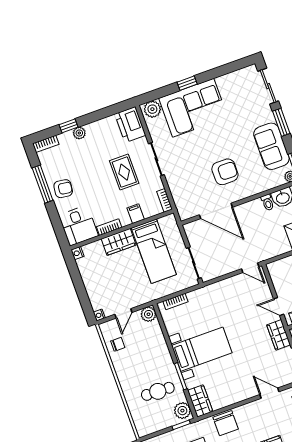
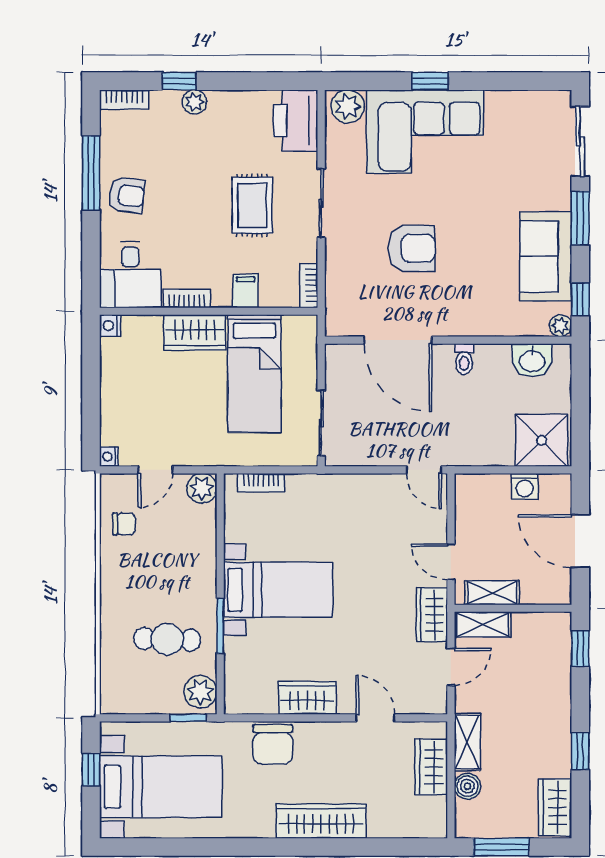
armchair: (225, 172) -> (412, 248), moved
toilet: (268, 202) -> (464, 359), moved
wardrobe: (200, 401) -> (307, 698), moved, turned -90

